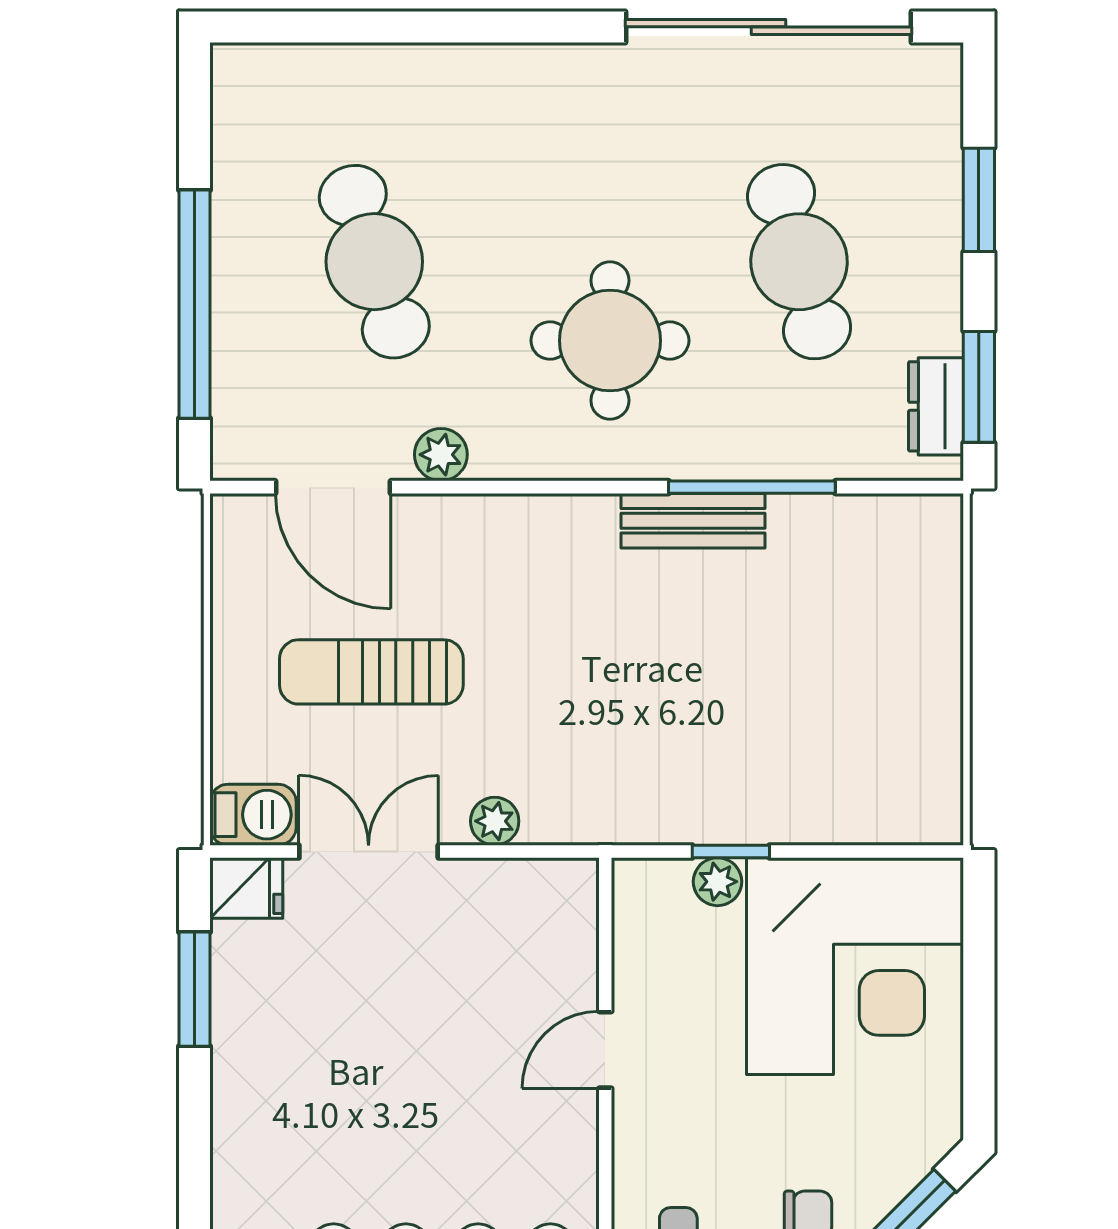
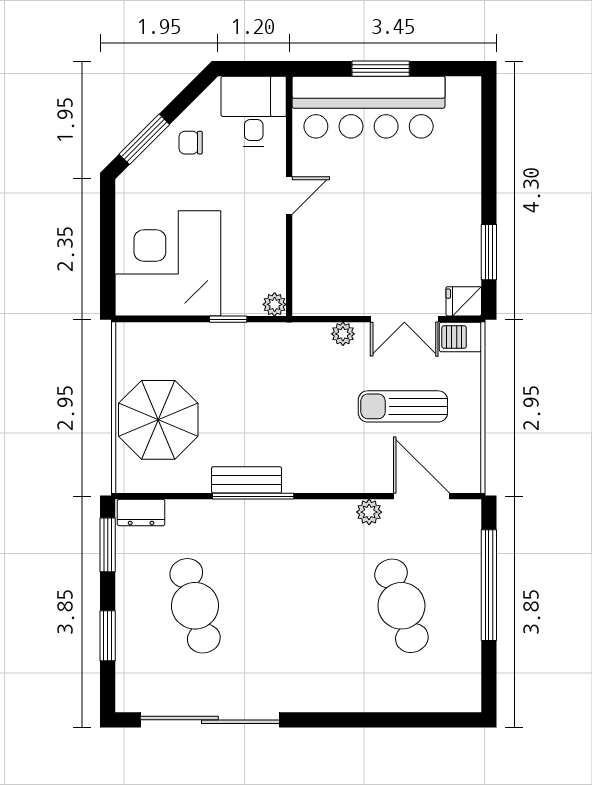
round table: (610, 341) -> (287, 567), removed
dresser: (936, 406) -> (141, 513), moved, turned 90
window: (752, 487) -> (253, 496), moved
parasol: (875, 644) -> (158, 420), added
sun lounger: (371, 672) -> (403, 406), turned 180
plant: (718, 882) -> (275, 304), moved
door: (605, 1050) -> (289, 196), moved

